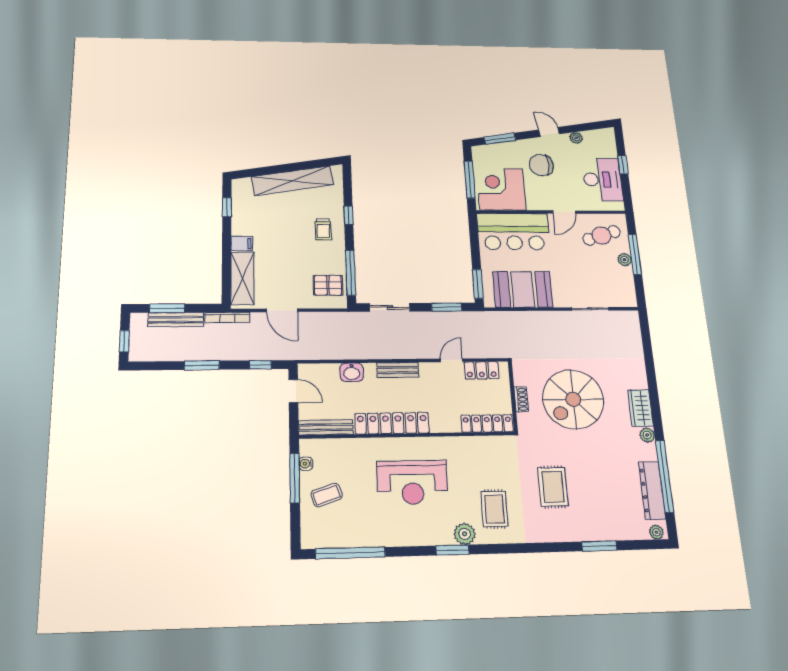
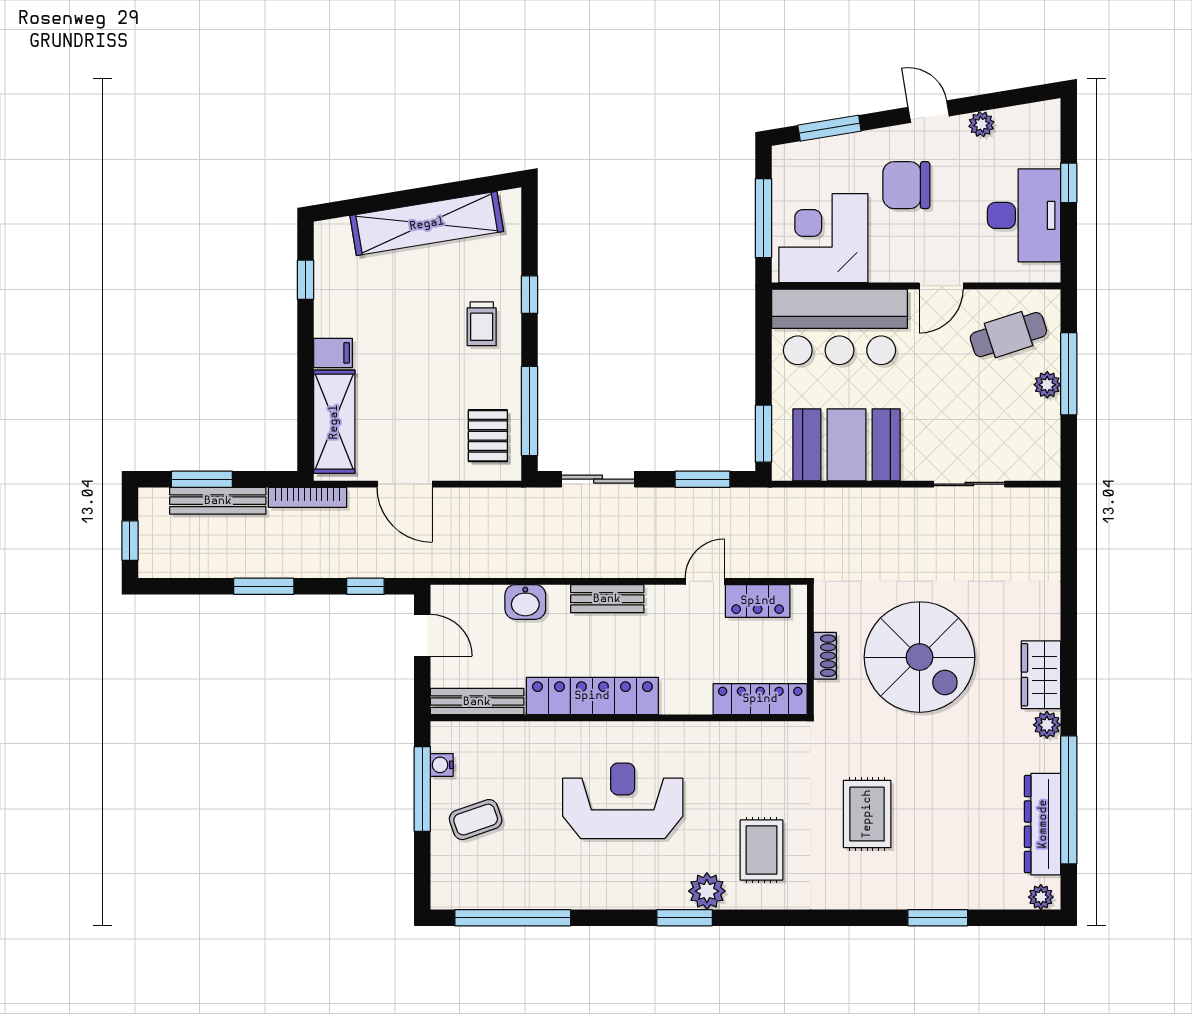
pallet: (328, 285) -> (488, 436), turned 90
spiral stairs: (573, 399) -> (920, 657), turned -90
reception desk: (412, 482) -> (623, 801), turned 180

